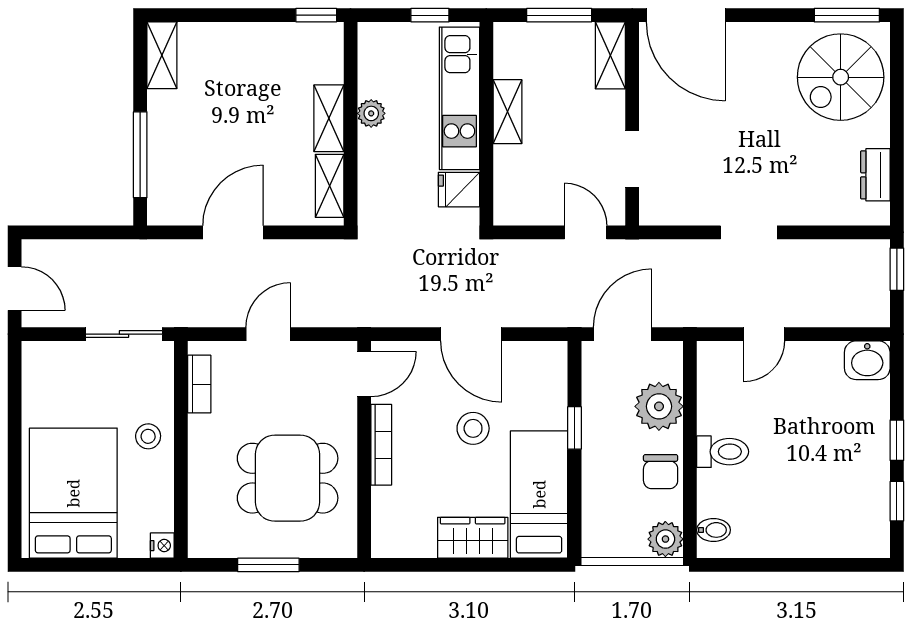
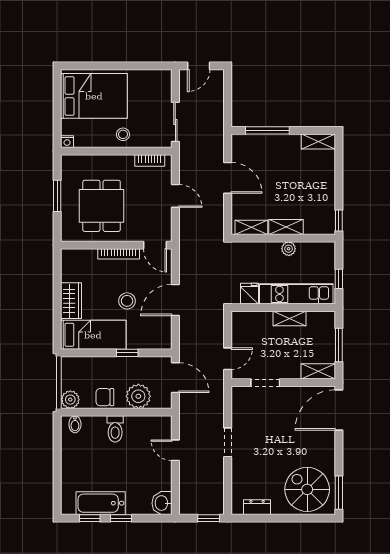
bathtub: (868, 480) -> (101, 503), added

